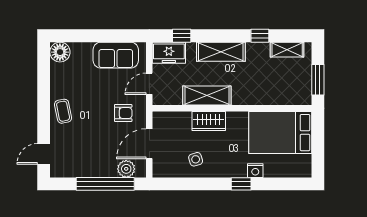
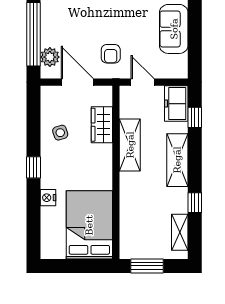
sofa: (116, 55) -> (174, 29), moved
wardrobe: (209, 121) -> (102, 125), moved
window: (241, 184) -> (33, 167), moved

